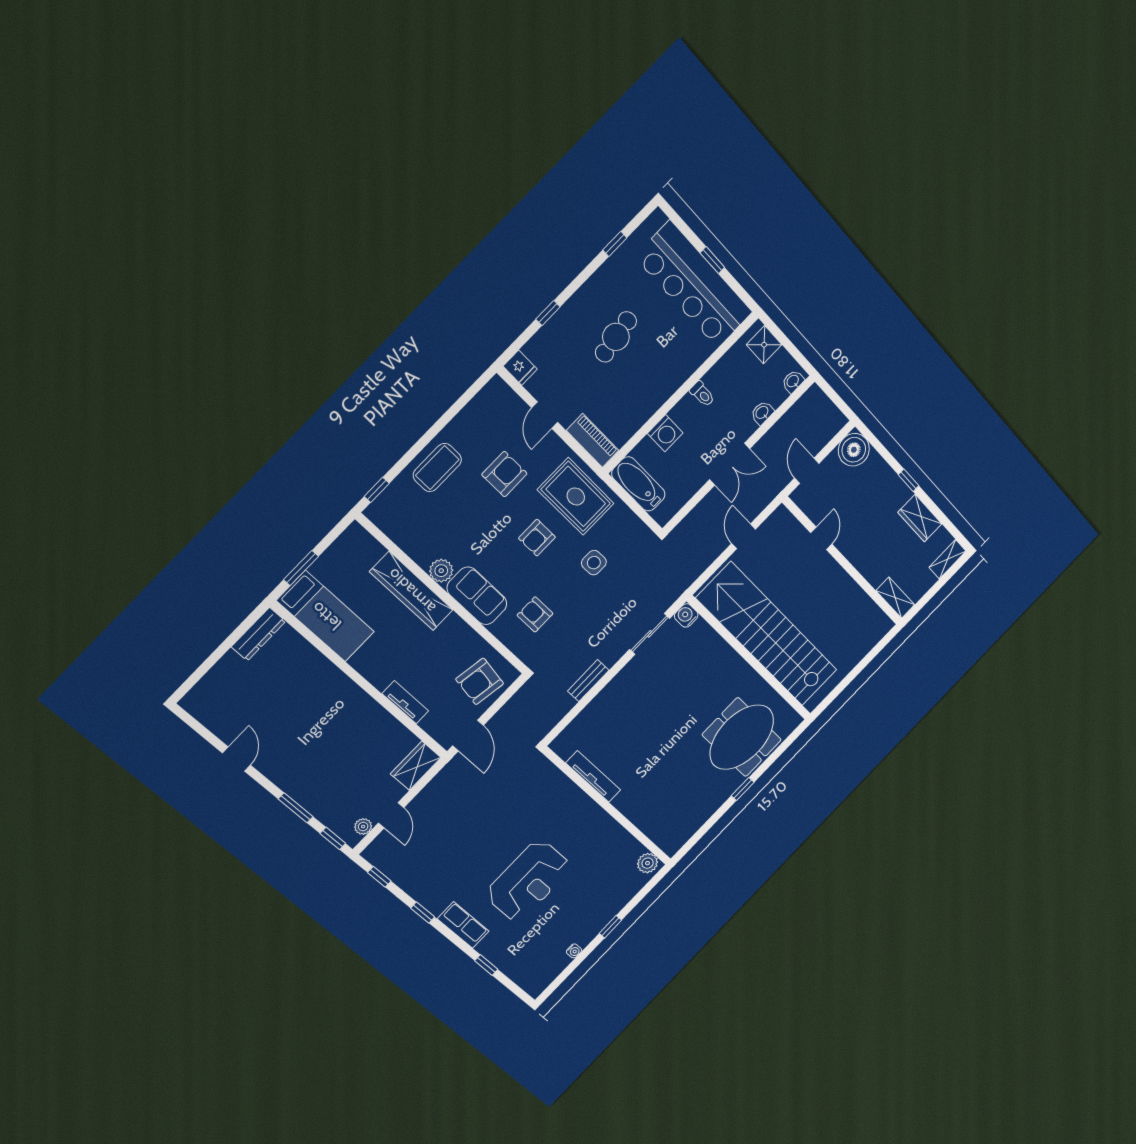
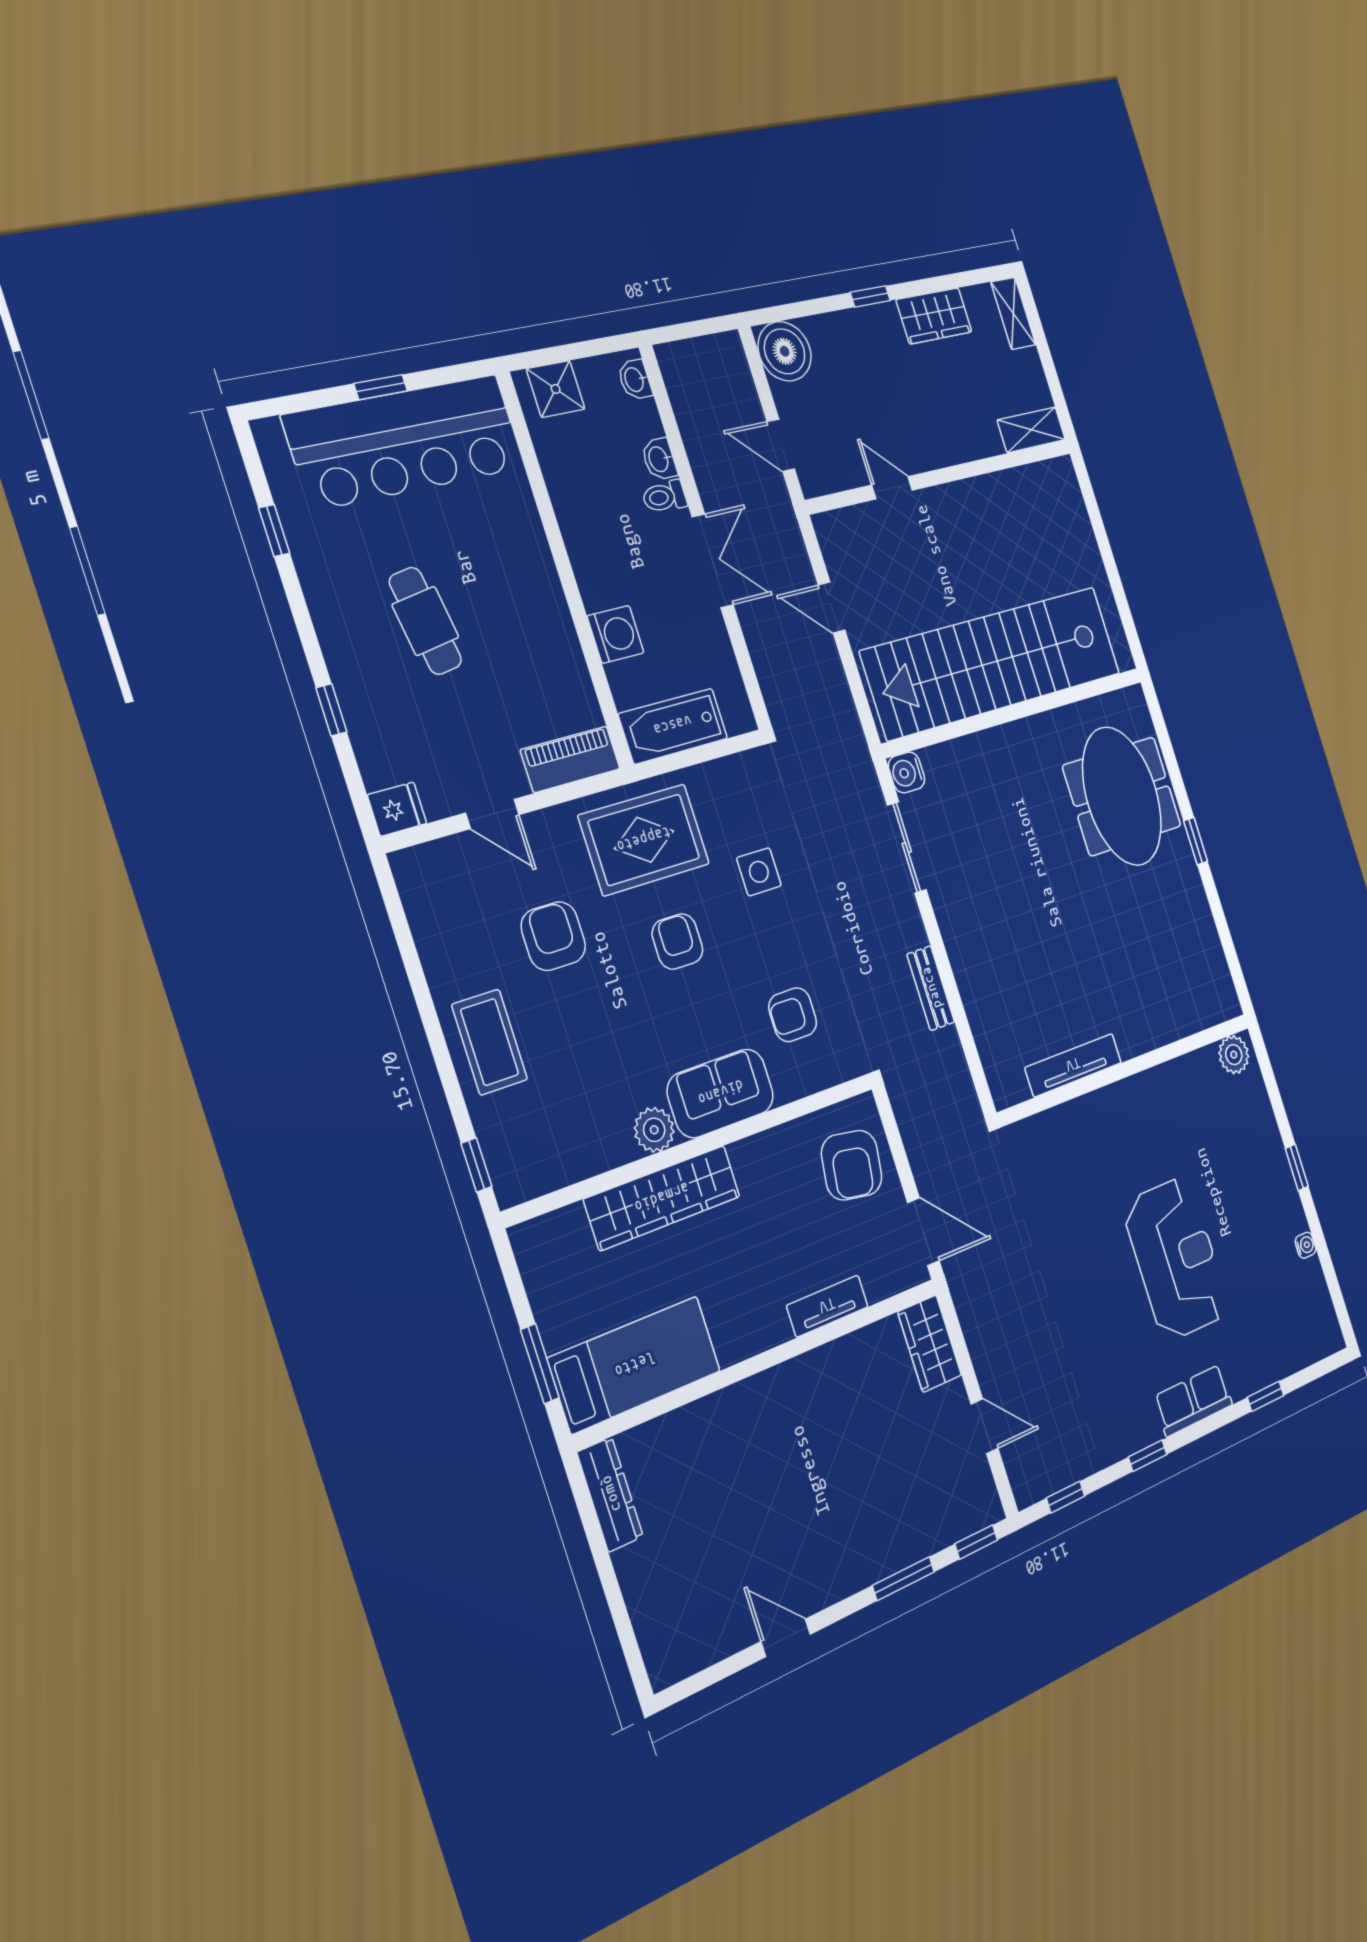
toilet: (702, 394) -> (664, 497), moved, turned 180
armchair: (537, 538) -> (677, 942), turned 180
plant: (363, 826) -> (981, 1482), removed

